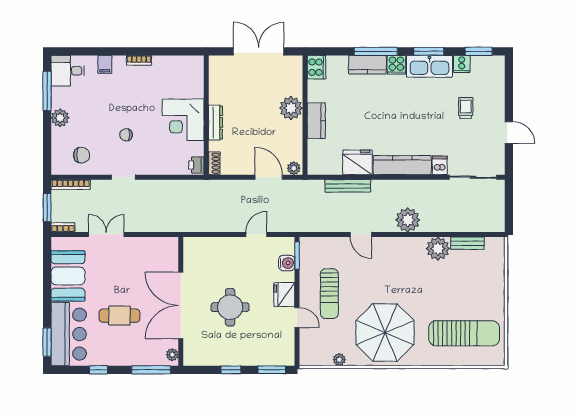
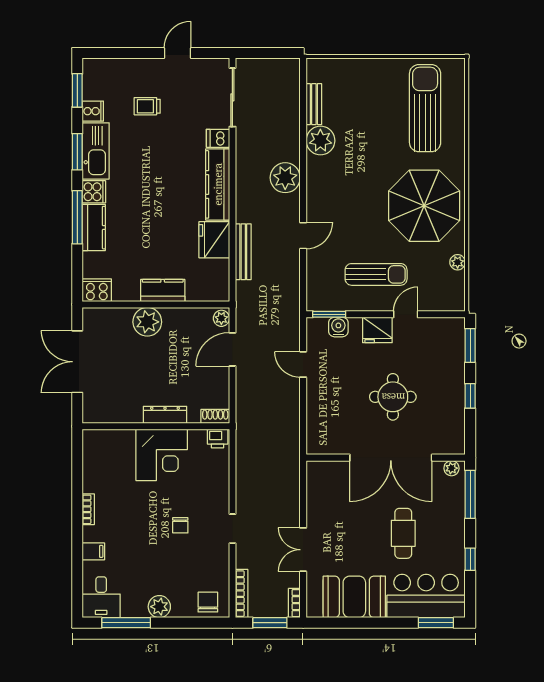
chair: (82, 155) -> (208, 602), moved

